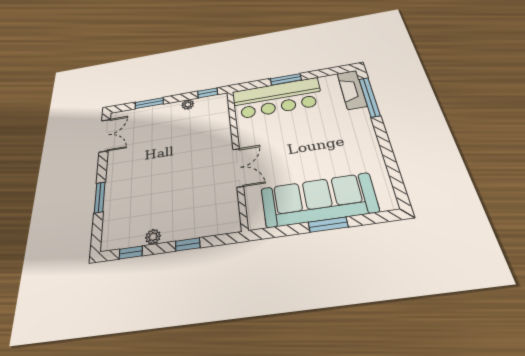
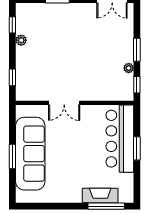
fireplace: (352, 90) -> (100, 195), moved
window: (149, 103) -> (137, 50), moved
window: (188, 244) -> (12, 77), moved

